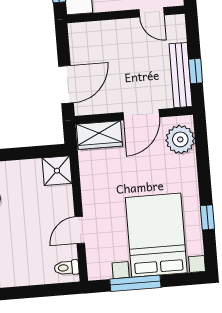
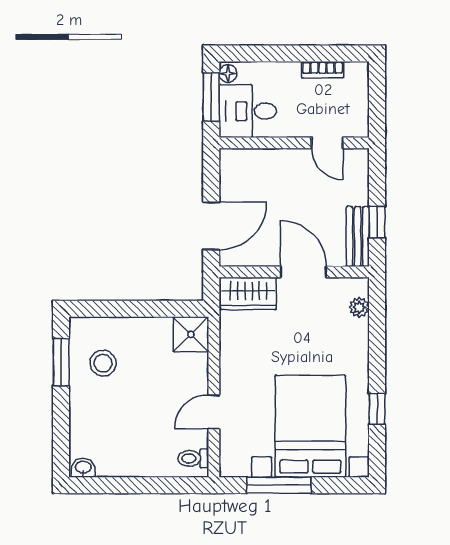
bench: (181, 75) -> (358, 237), width x0.73
door: (141, 115) -> (304, 272), swing flipped
plant: (180, 139) -> (359, 307), width x0.53, depth x0.53

